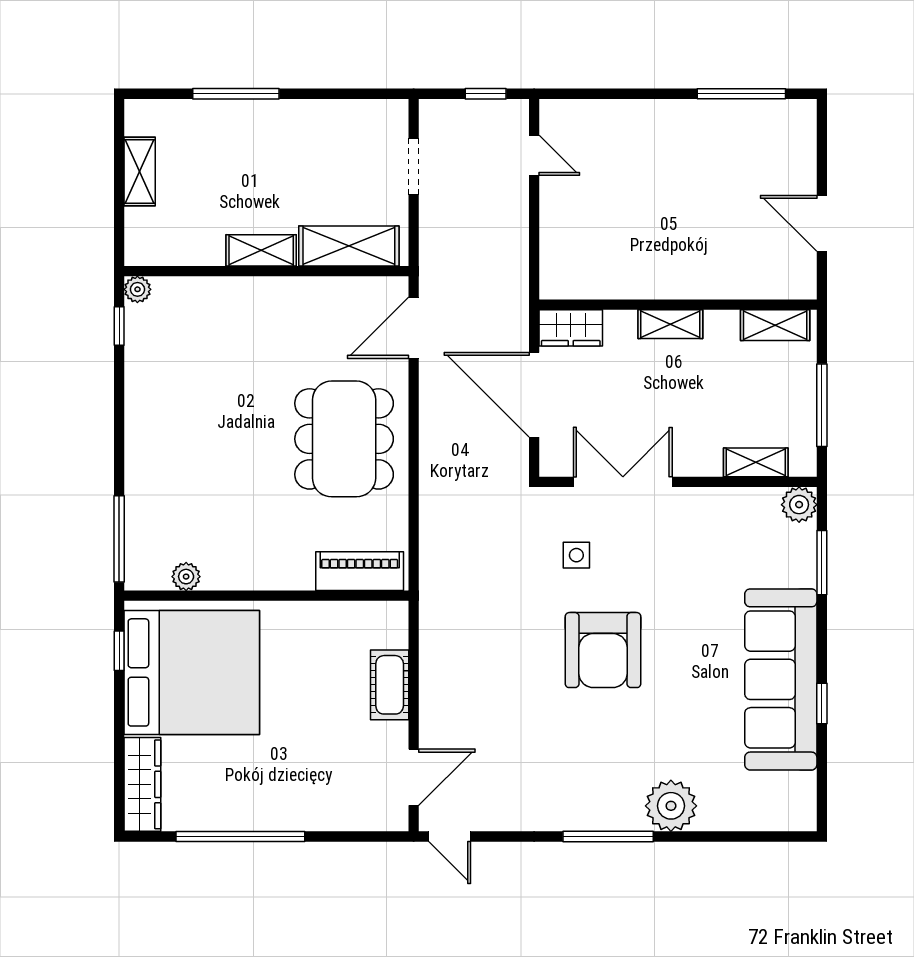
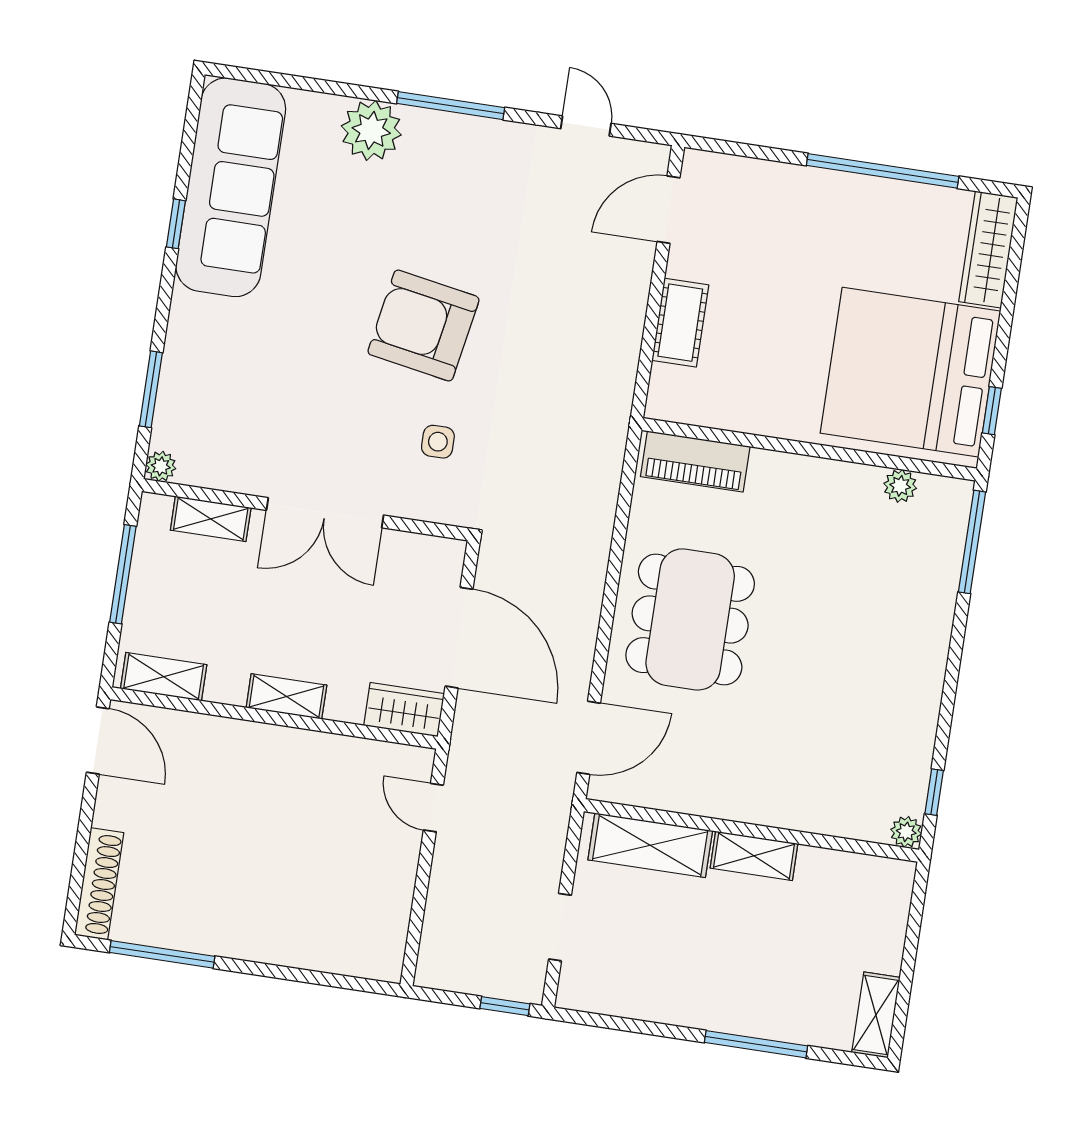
window: (486, 94) -> (505, 1006), moved
shoe rack: (803, 144) -> (99, 884), added
door: (534, 155) -> (433, 808), moved
shelving: (140, 171) -> (876, 1015), moved
door: (822, 223) -> (98, 740), moved
double door: (623, 482) -> (325, 513), moved
plant: (799, 505) -> (161, 466), width x0.73, depth x0.73
armchair: (603, 650) -> (423, 326), turned -80
sofa: (781, 679) -> (231, 187), moved
door: (450, 837) -> (586, 126), moved

